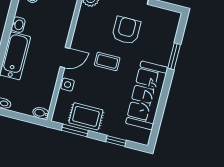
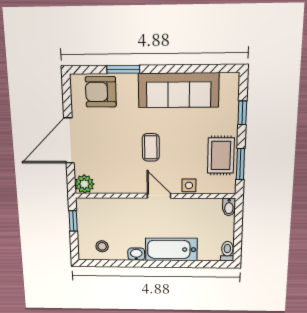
armchair: (126, 30) -> (101, 92), moved

